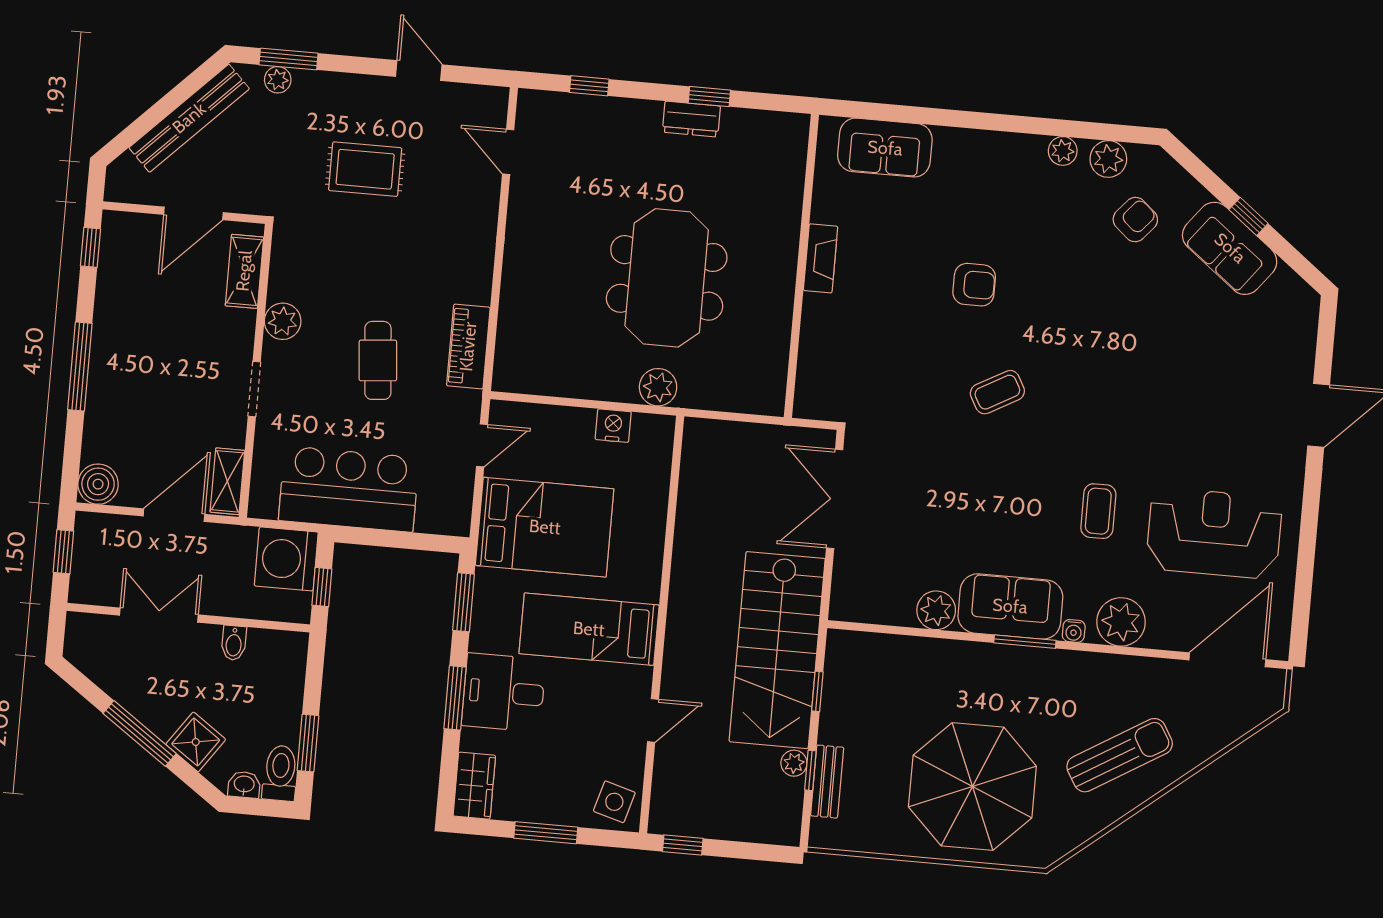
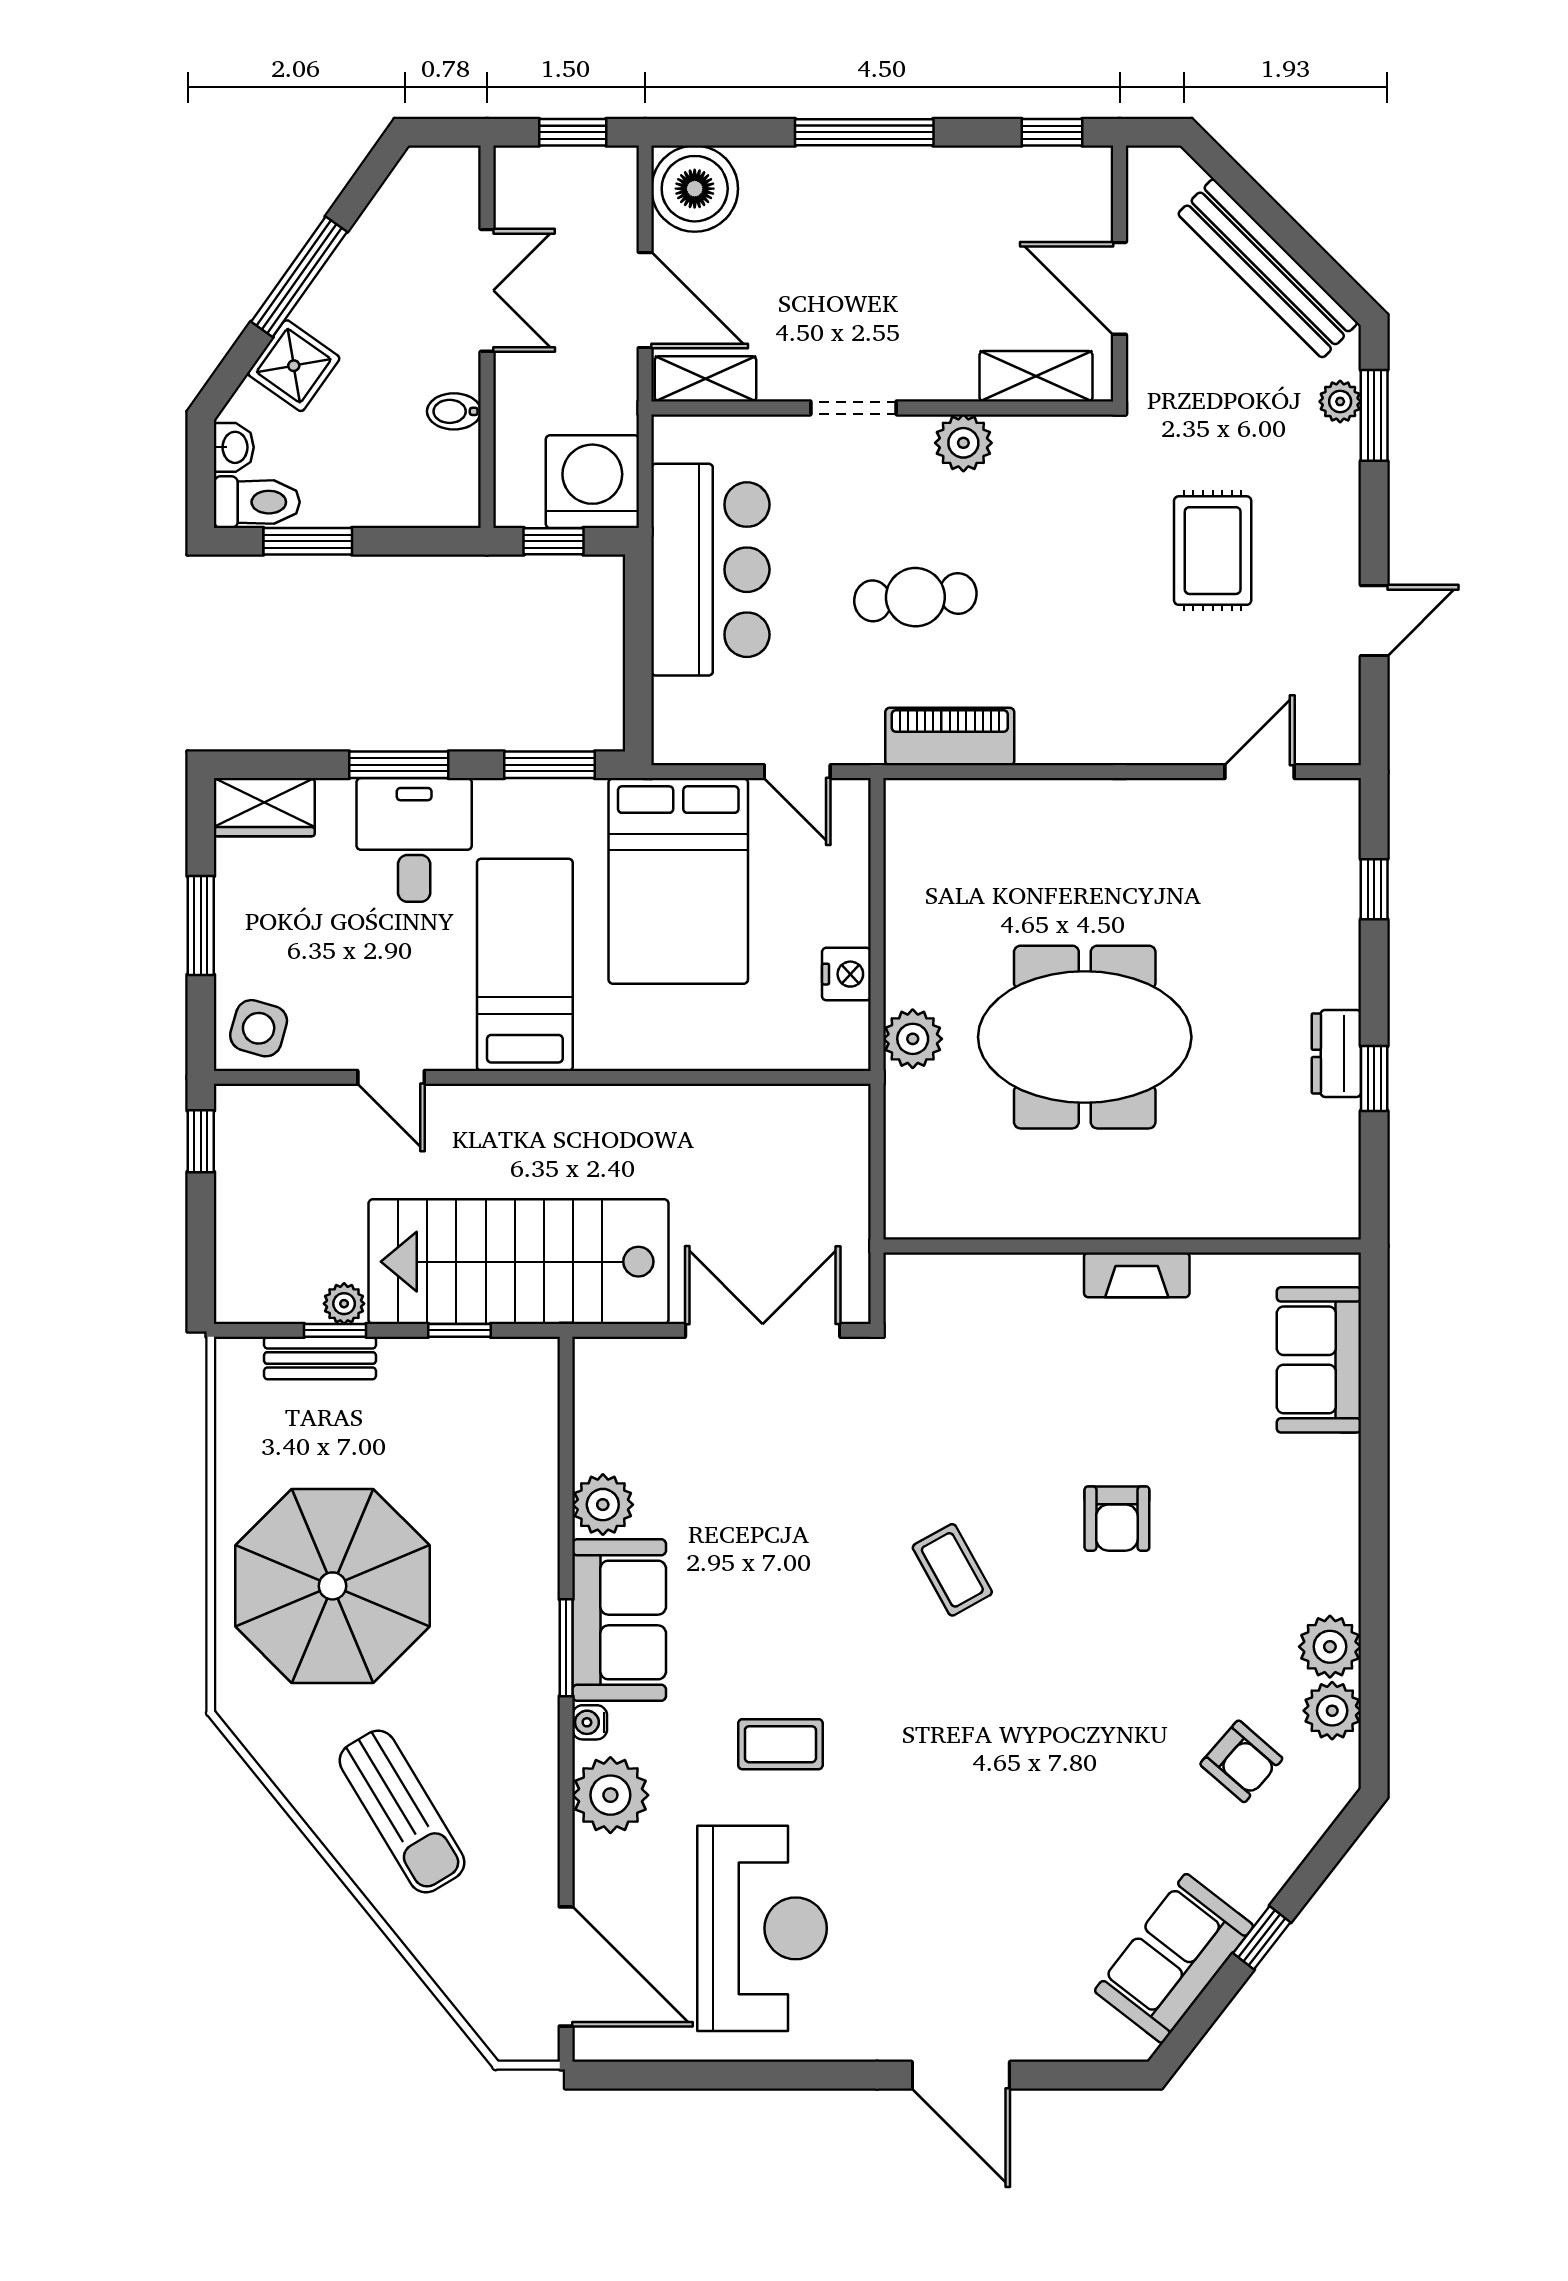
plant: (1063, 151) -> (1330, 1647), width x1.38, depth x1.38
sofa: (1230, 248) -> (1174, 1958), moved
boiler: (98, 484) -> (695, 189), width x1.37, depth x1.37

